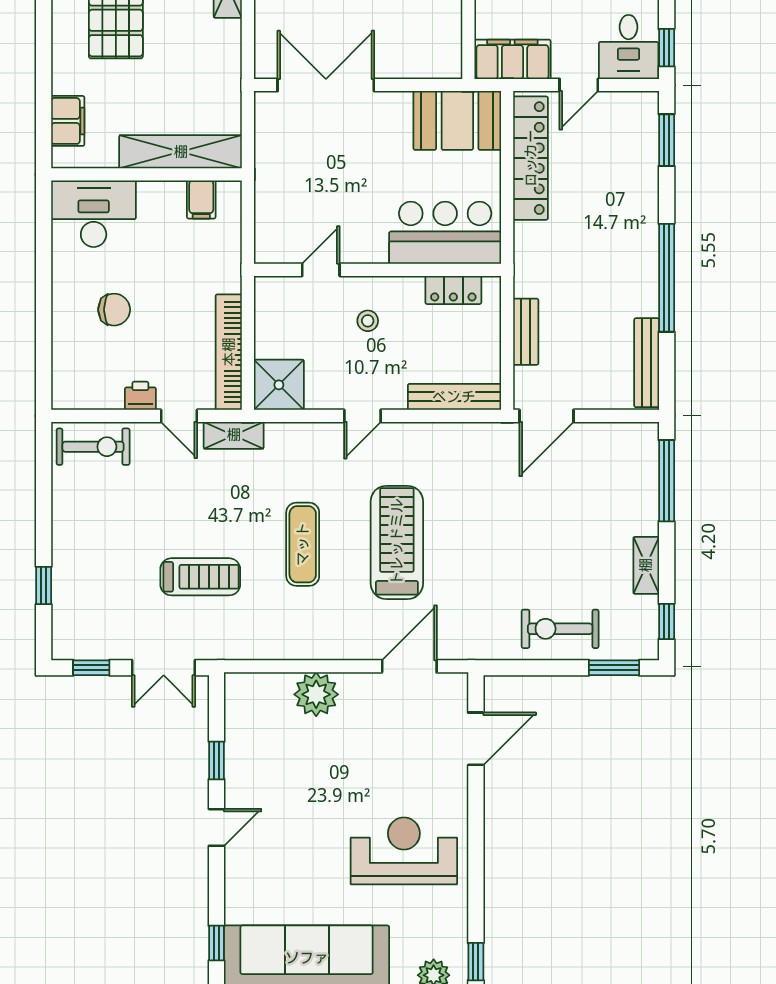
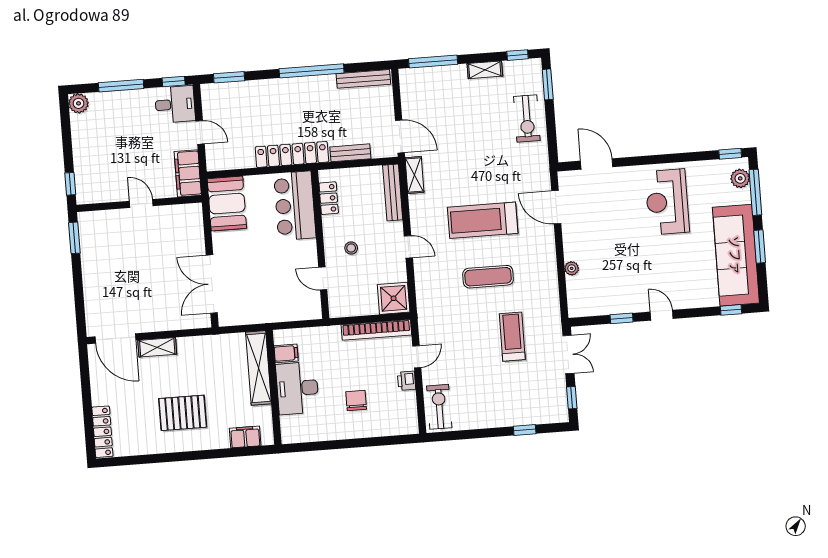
locker: (531, 158) -> (292, 154), moved
desk: (94, 214) -> (297, 388), moved
shelving: (234, 435) -> (415, 175), moved
plant: (316, 694) -> (572, 268), width x0.53, depth x0.53

